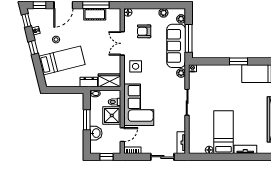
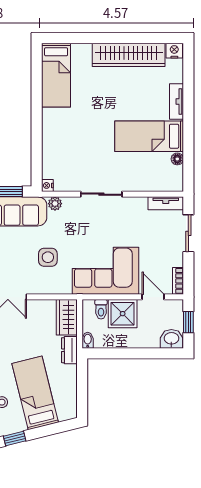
window: (239, 61) -> (37, 112), removed
side table: (136, 66) -> (48, 257), moved
window: (87, 120) -> (129, 353), removed
washbasin: (96, 133) -> (171, 339), moved

